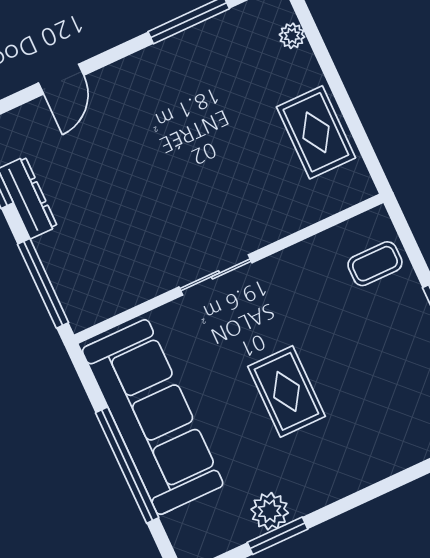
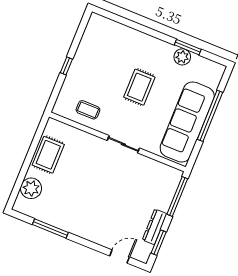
plant: (292, 36) -> (31, 188), width x1.88, depth x1.88
door: (61, 79) -> (120, 256), moved
coffee table: (375, 264) -> (88, 110), moved

